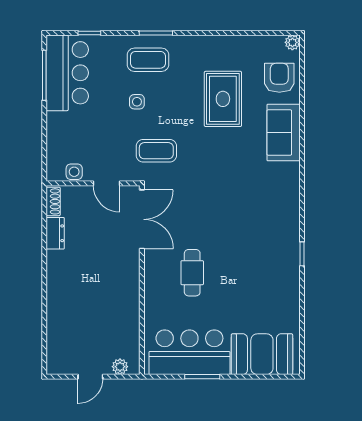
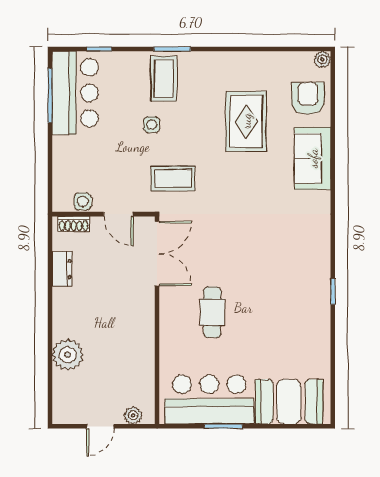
coffee table: (148, 60) -> (164, 79), turned 90
shoe rack: (53, 201) -> (74, 224), moved, turned 90
plant: (61, 311) -> (68, 355), added

